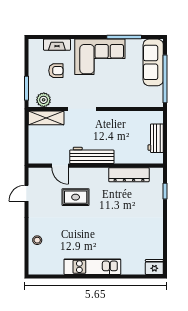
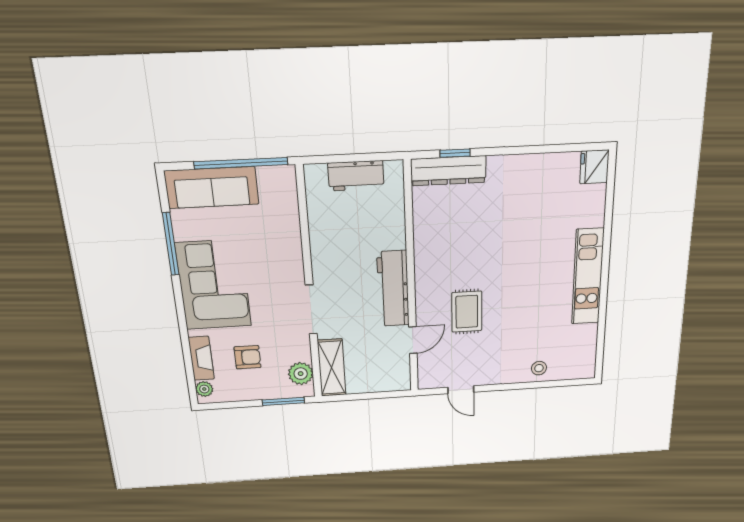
plant: (38, 44) -> (204, 389), added
armchair: (56, 71) -> (248, 357), turned 90
dresser: (129, 175) -> (448, 171), moved, turned 90

